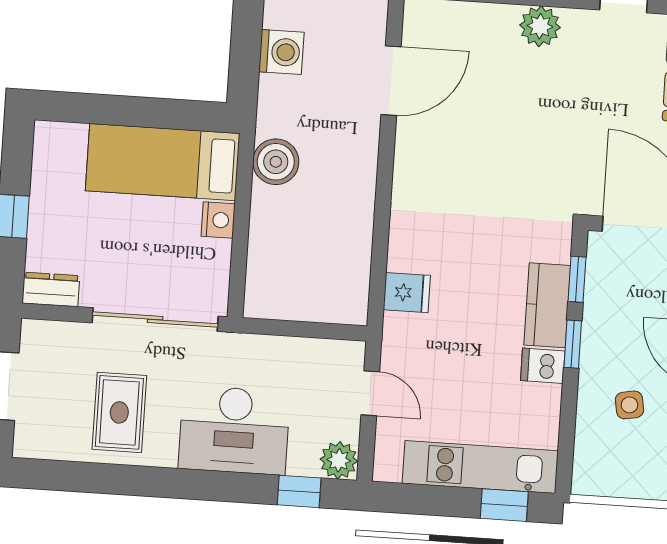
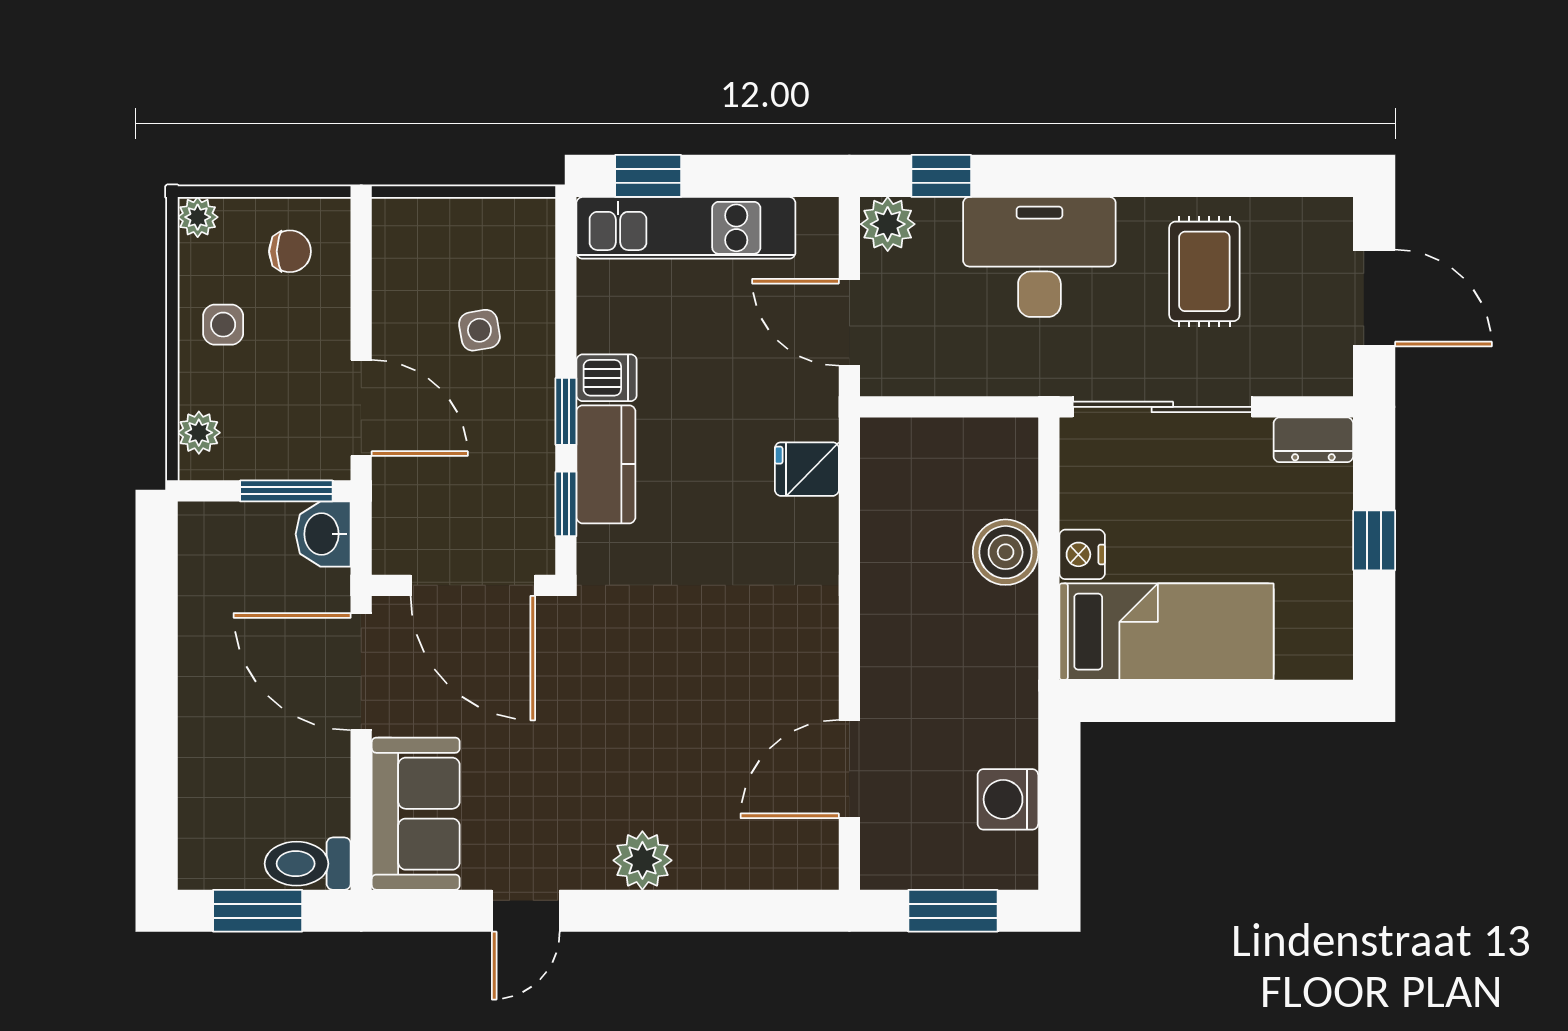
boiler: (276, 162) -> (1006, 552), moved
door: (370, 393) -> (849, 322), width x1.38

